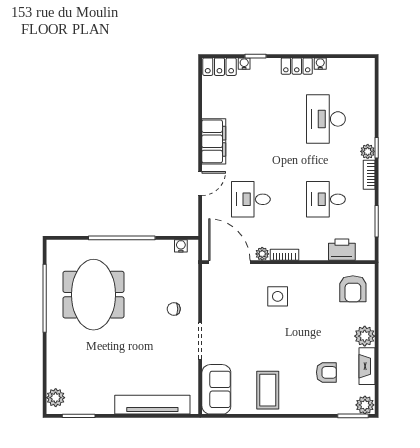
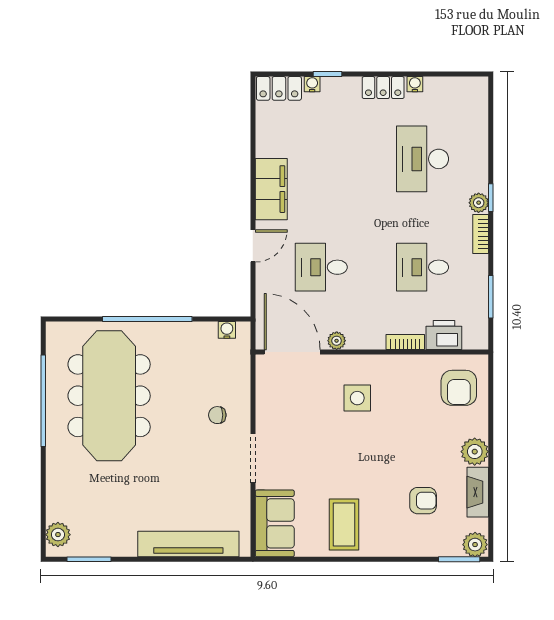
bookcase: (284, 255) -> (405, 342), moved
meeting table: (93, 295) -> (109, 396), width x1.36

